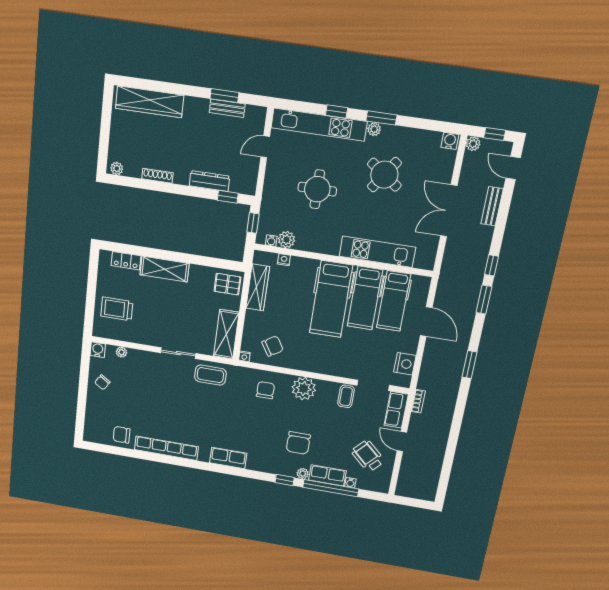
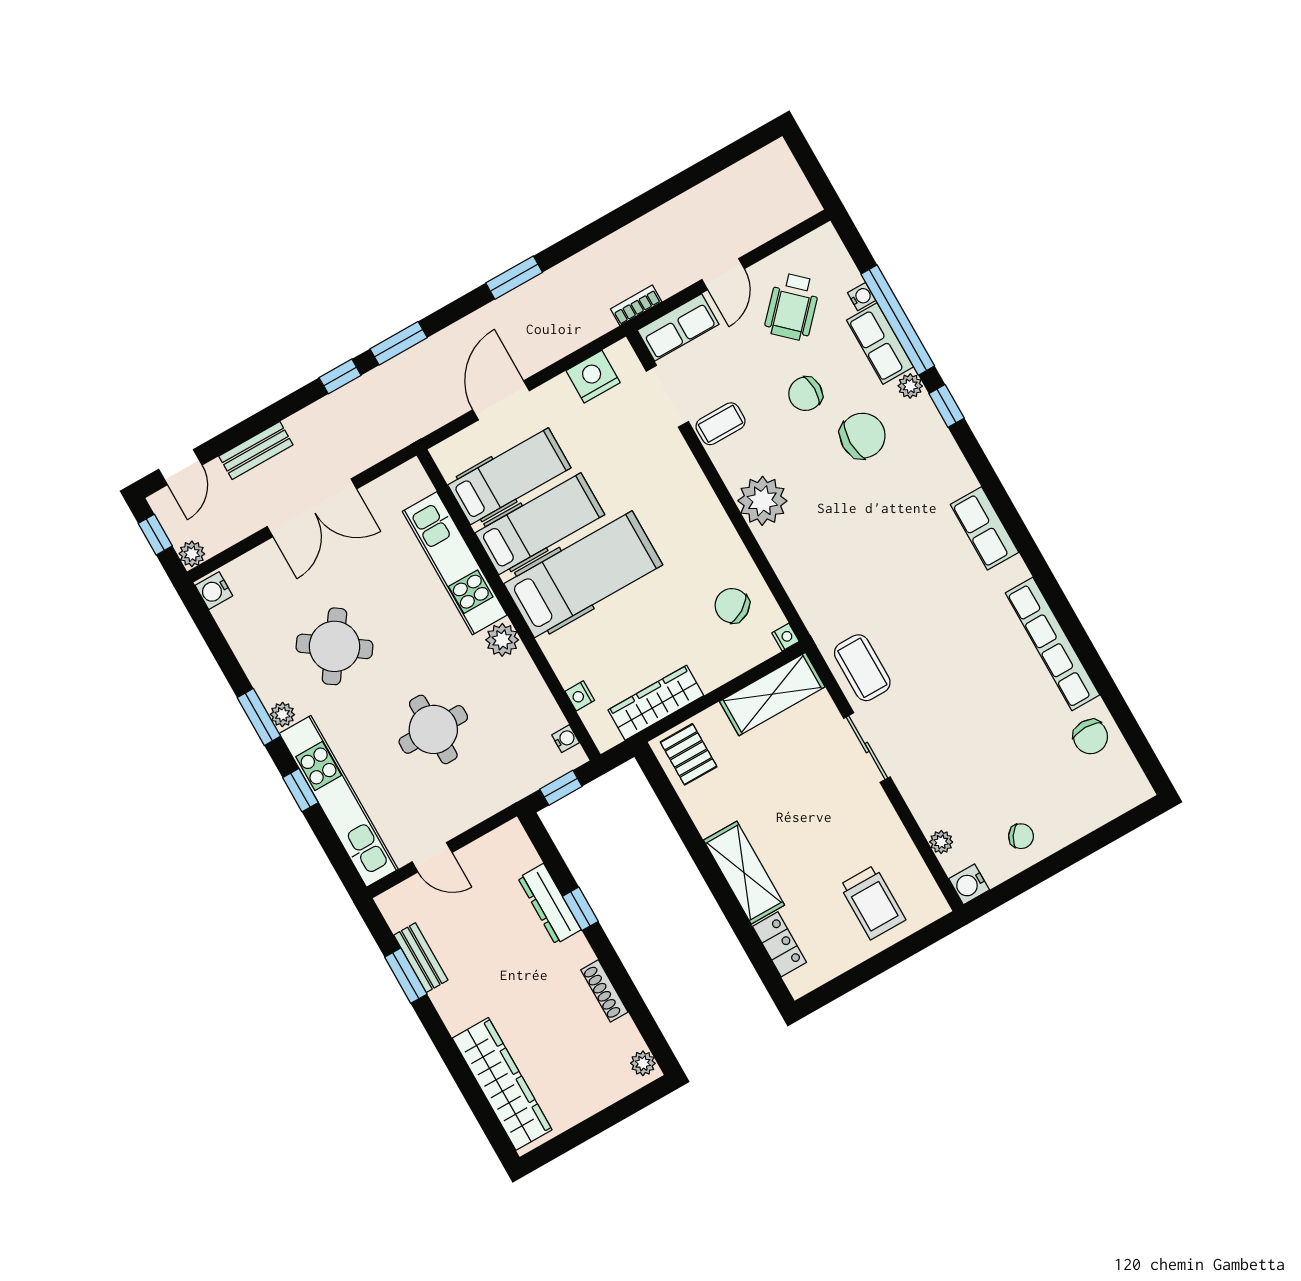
window: (228, 197) -> (580, 909), moved
plant: (287, 240) -> (502, 640), moved
chair: (265, 390) -> (805, 394), moved

